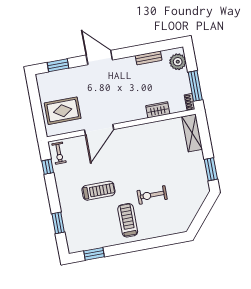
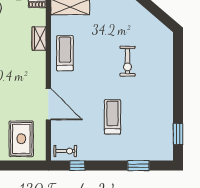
treadmill: (128, 220) -> (65, 53), moved, turned 90

